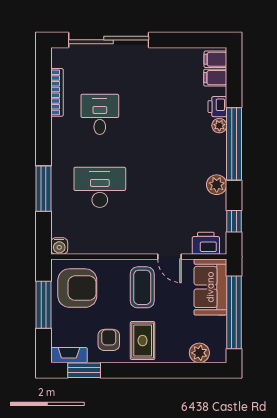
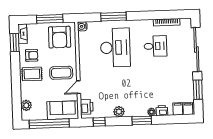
window: (182, 40) -> (198, 90), added
window: (234, 144) -> (142, 120), width x0.47
desk: (100, 187) -> (115, 48), width x1.36, depth x1.30

